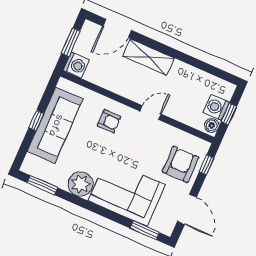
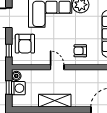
shelving: (148, 57) -> (55, 101), moved
door: (151, 113) -> (57, 67), swing flipped

